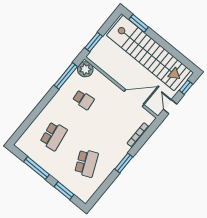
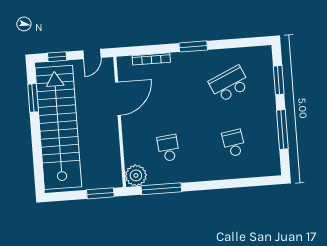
window: (139, 23) -> (33, 98), moved
door: (134, 98) -> (118, 99), swing flipped
school desk: (54, 136) -> (234, 143), width x0.54

